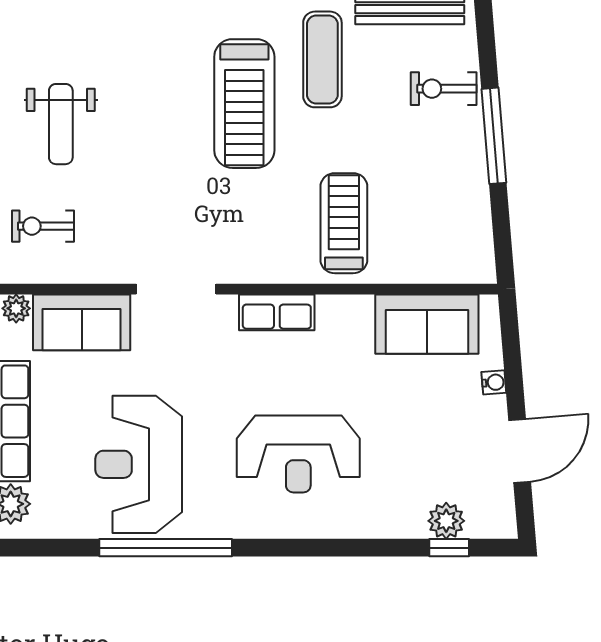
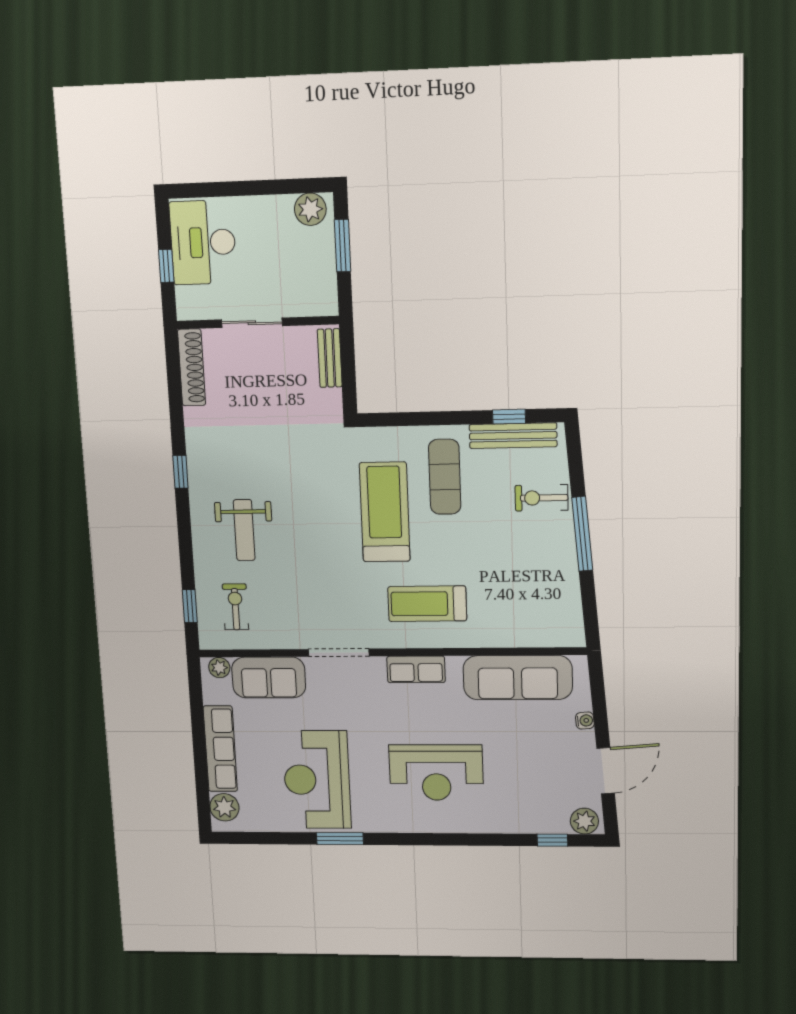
treadmill: (244, 104) -> (385, 512), turned 180
treadmill: (344, 223) -> (427, 604), moved, turned -90
exercise bike: (43, 226) -> (235, 607), turned 90
sofa: (427, 324) -> (518, 678), width x1.36
plant: (446, 521) -> (584, 821), moved
window: (166, 548) -> (340, 839), width x0.47

